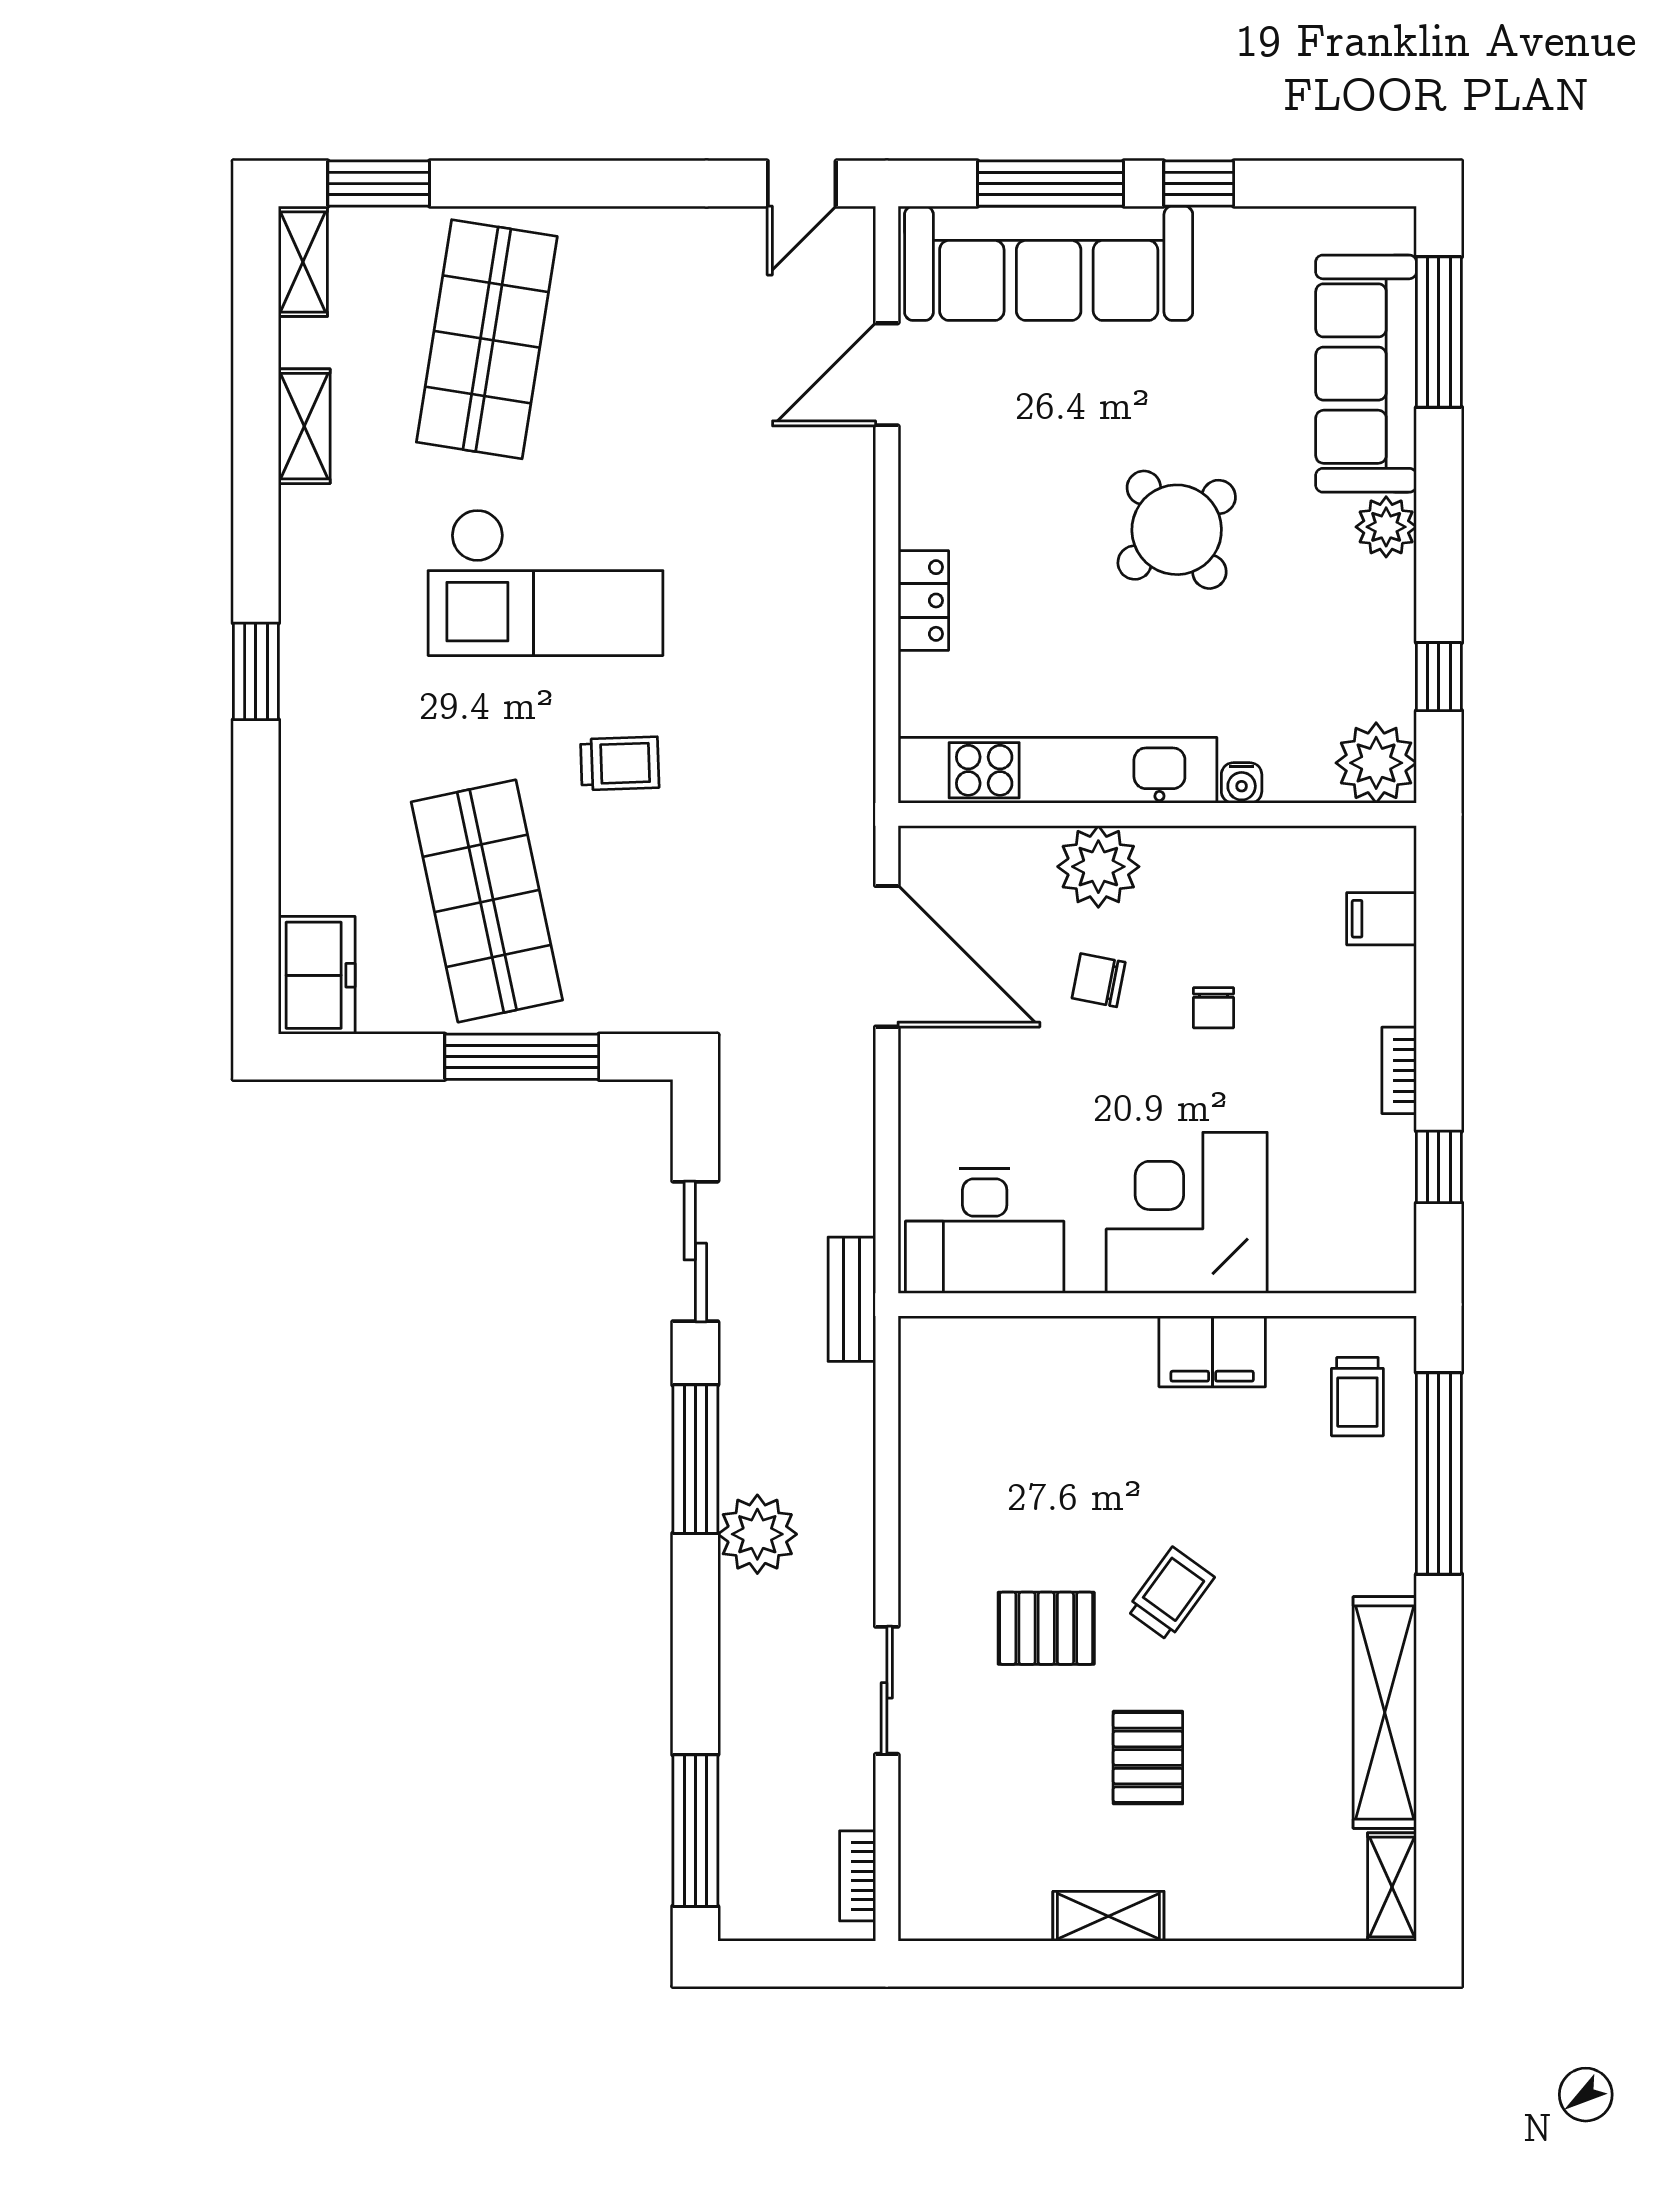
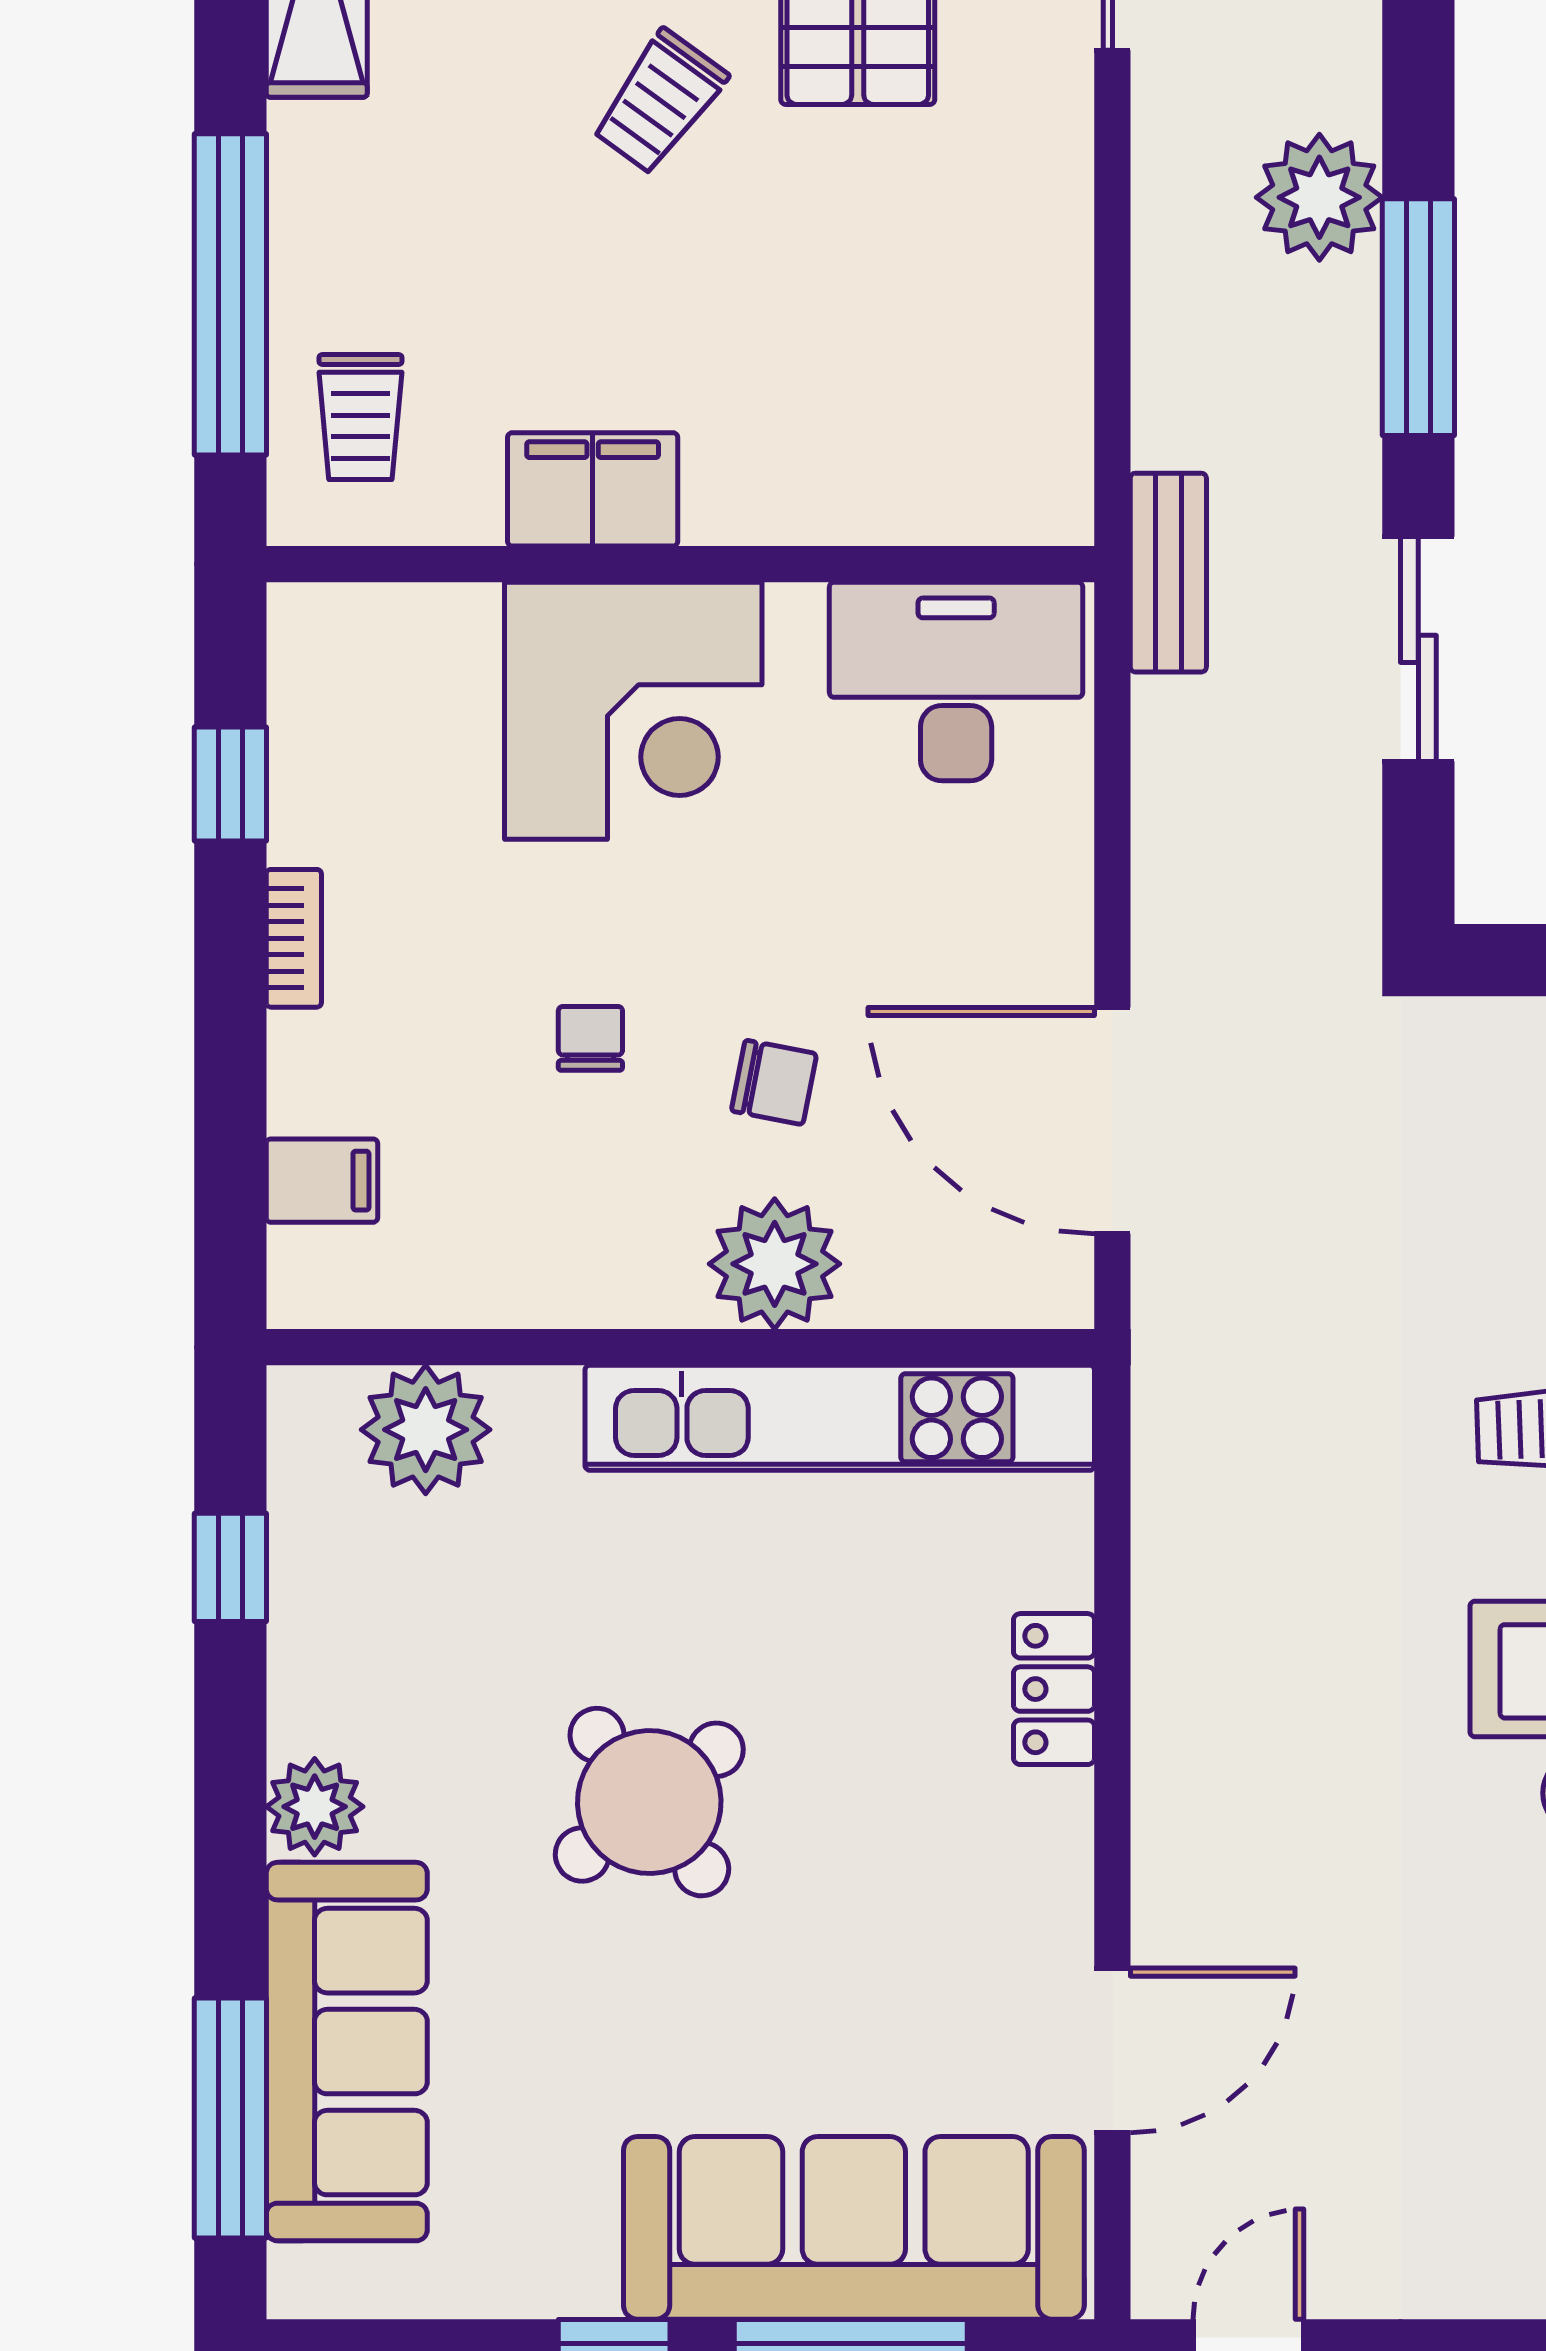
plant: (1376, 763) -> (426, 1430), moved
water cooler: (1242, 783) -> (546, 1398), removed
trolley: (1357, 1397) -> (360, 417), turned 180

